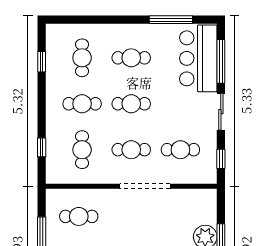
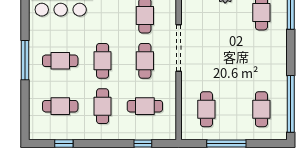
window: (171, 20) -> (25, 60), moved
cafe table: (131, 58) -> (60, 61), turned 90

